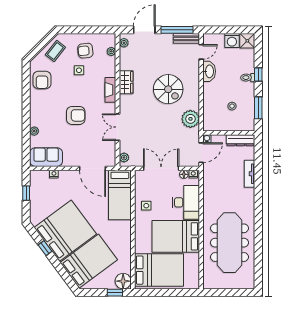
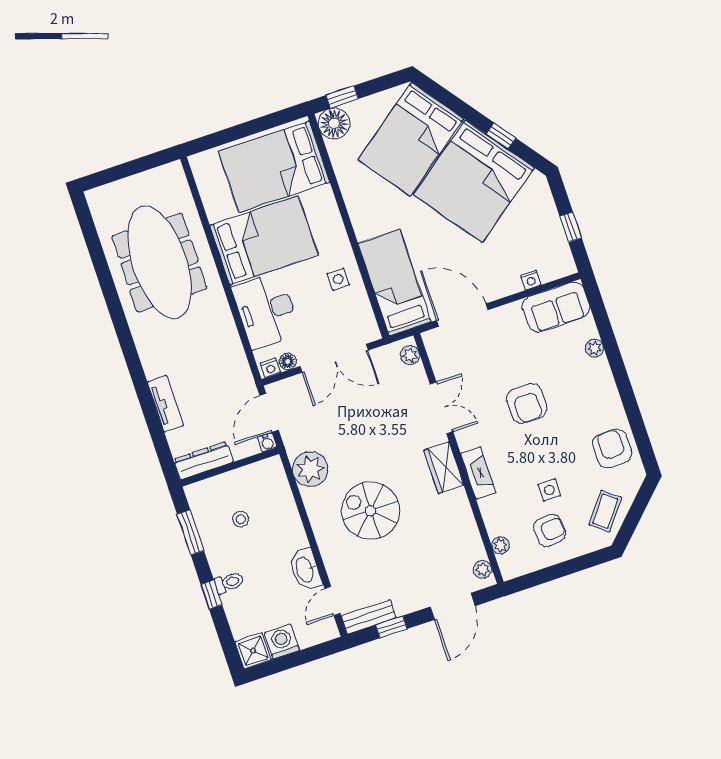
window: (177, 30) -> (391, 627), width x0.46
wardrobe: (126, 82) -> (444, 468), moved
armchair: (76, 115) -> (527, 403), turned -90

